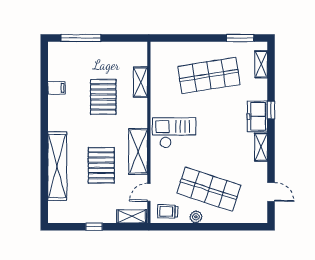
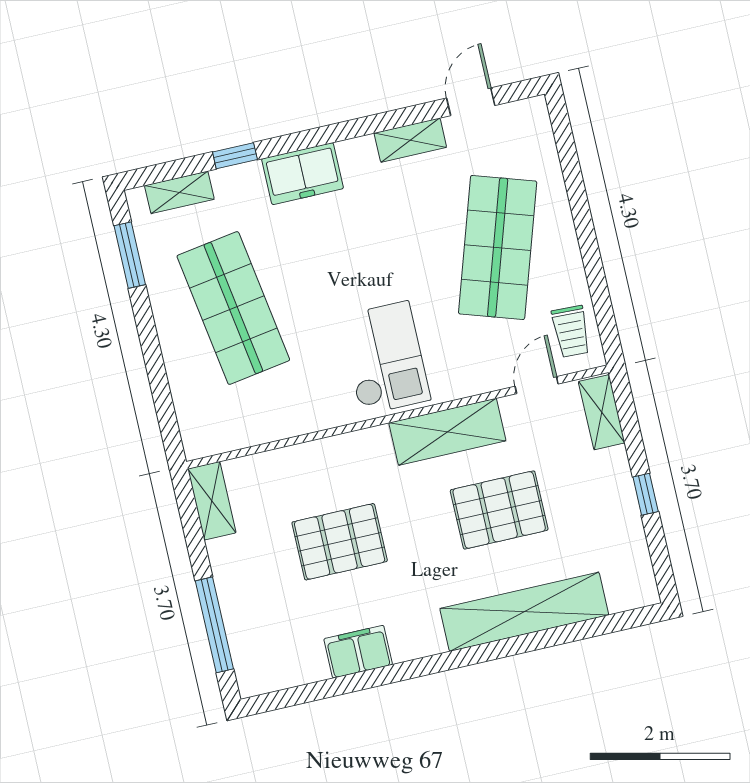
shelving: (140, 82) -> (212, 501), moved, turned 90
filing cabinet: (56, 88) -> (358, 652), width x2.00
window: (271, 110) -> (235, 156), moved
checkout: (174, 133) -> (385, 358), turned 180
shelving: (261, 147) -> (410, 140), moved
door: (149, 192) -> (537, 385), swing flipped
plant: (196, 217) -> (569, 263), removed

